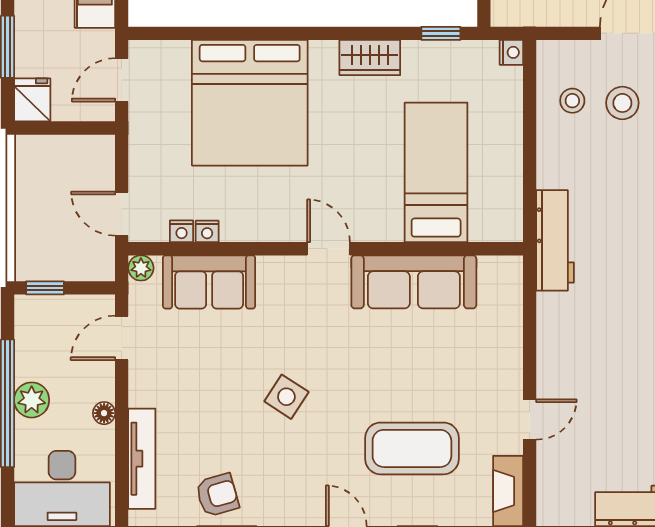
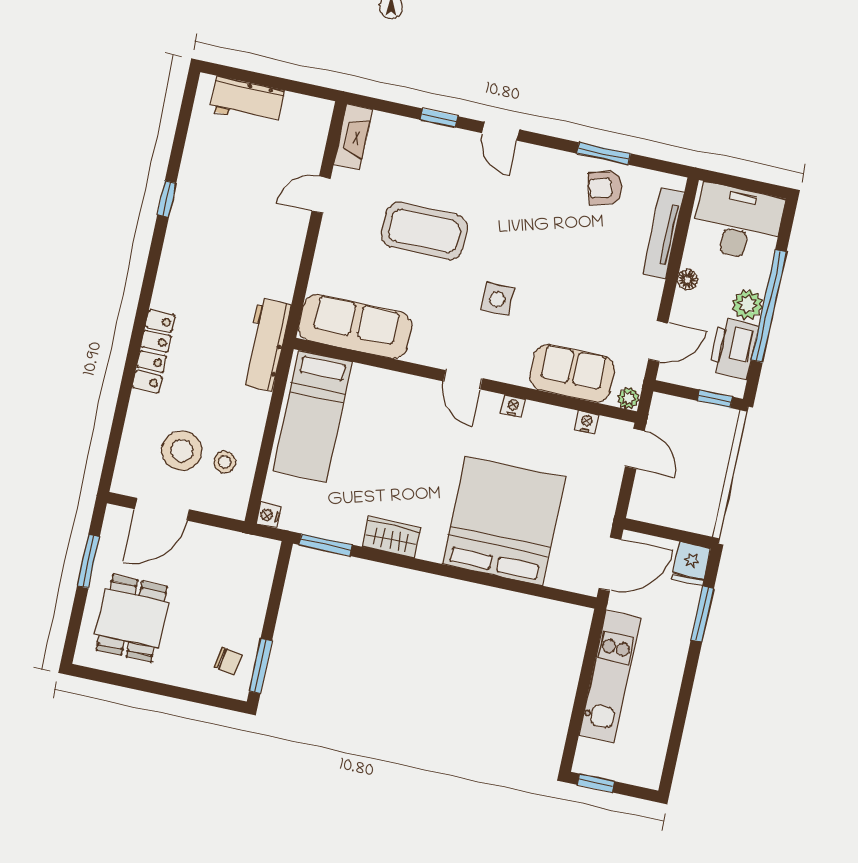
window: (441, 33) -> (326, 545), width x1.50
door: (122, 80) -> (610, 564), width x1.38
stool: (622, 103) -> (182, 451), width x1.38, depth x1.38
bed: (436, 172) -> (312, 416), moved
nightstand: (207, 231) -> (513, 406), moved
sofa: (414, 282) -> (355, 326), moved
printer: (37, 348) -> (734, 348), added
side table: (286, 397) -> (497, 299), moved, turned -33
coffee table: (412, 448) -> (424, 231), moved

